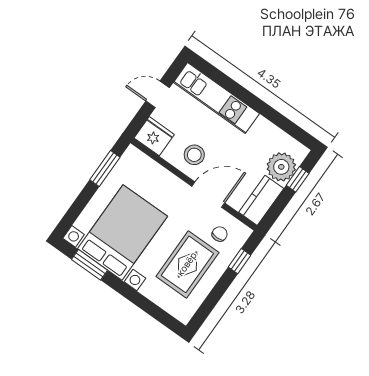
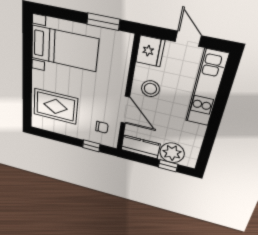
bed with nightstands: (123, 232) -> (64, 49), width x0.73
rug: (187, 264) -> (55, 106), moved
window: (90, 265) -> (27, 44), removed

